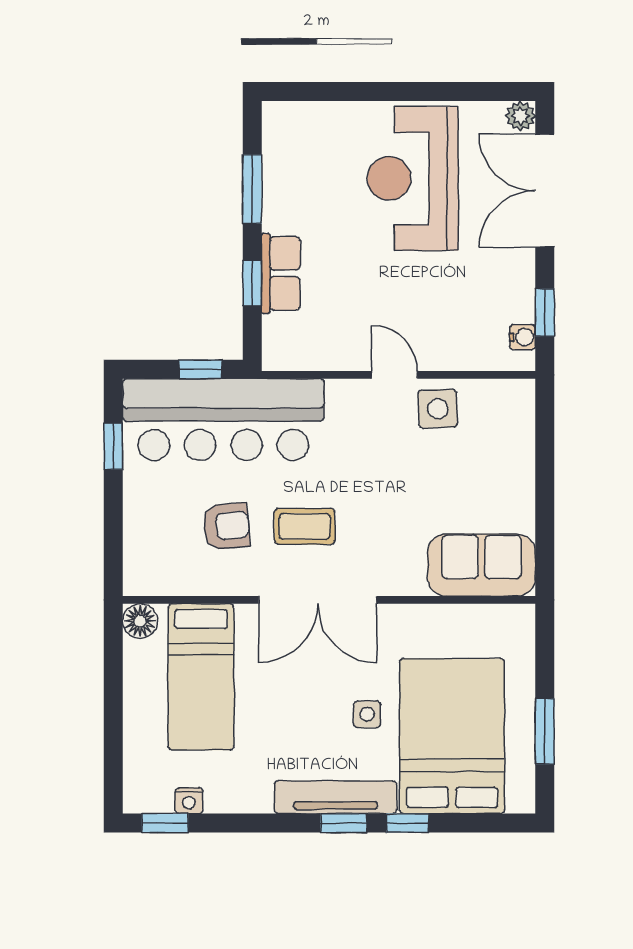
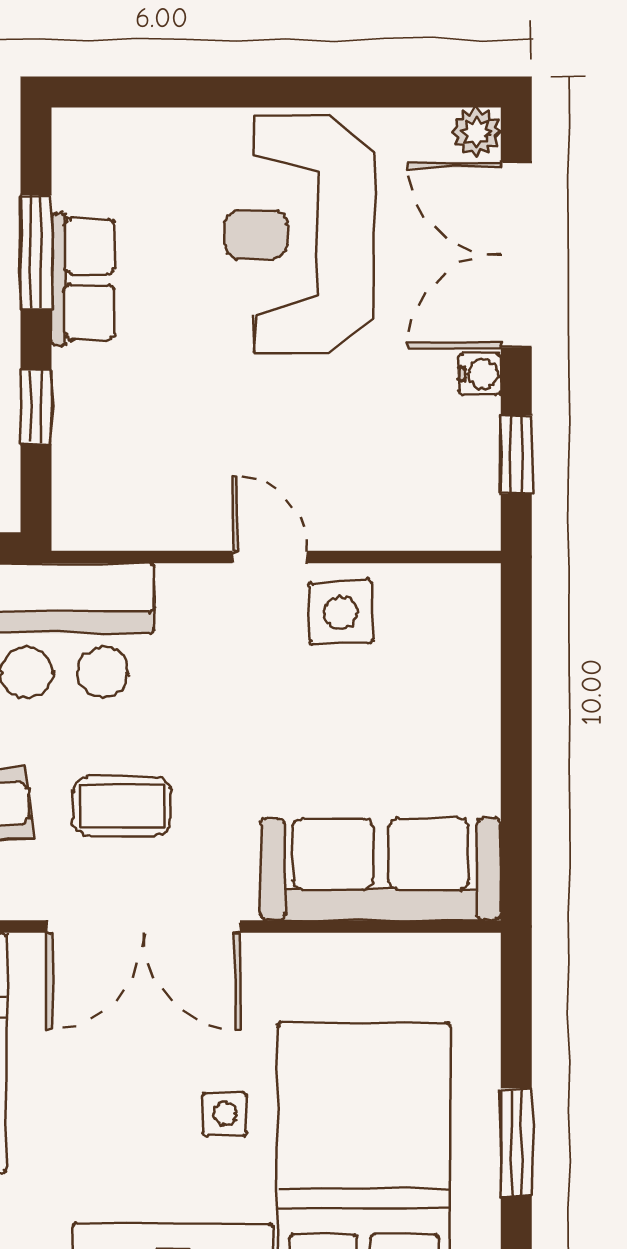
row of seats: (281, 273) -> (83, 279), moved
water cooler: (523, 337) -> (480, 374), moved
sofa: (481, 565) -> (381, 869), width x1.36

